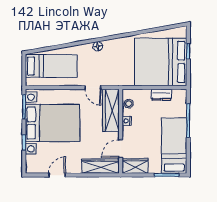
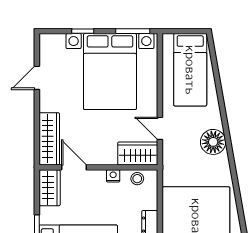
floor lamp: (98, 46) -> (213, 142), width x1.89, depth x1.89
door: (93, 88) -> (160, 128), hinge flipped
wardrobe: (111, 110) -> (138, 153), width x0.67
door: (57, 175) -> (37, 78), swing flipped

